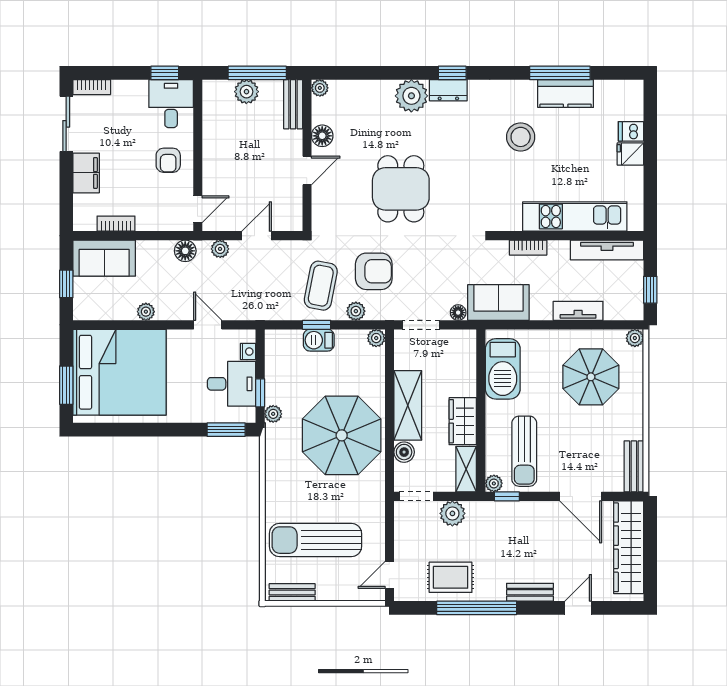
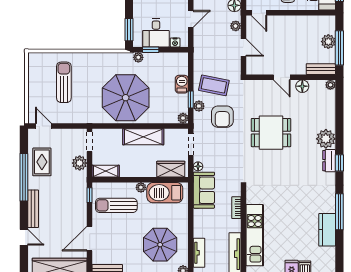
window: (560, 73) -> (339, 212), moved
stool: (521, 137) -> (302, 203), removed
tv unit: (578, 311) -> (199, 253), moved
window: (317, 325) -> (191, 100), moved
wardrobe: (463, 421) -> (171, 169), moved
boiler: (404, 452) -> (116, 135), removed
plant: (494, 483) -> (141, 187), moved
sun lounger: (315, 540) -> (64, 82), width x0.73, depth x0.75
bench: (292, 592) -> (33, 68), removed
bench: (530, 592) -> (33, 209), width x1.36

